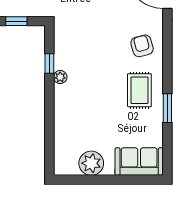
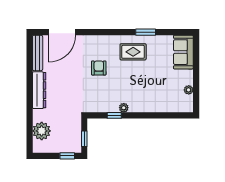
armchair: (142, 46) -> (99, 68), moved, turned 105
plant: (91, 163) -> (189, 90), width x0.53, depth x0.53

